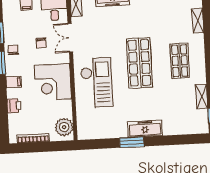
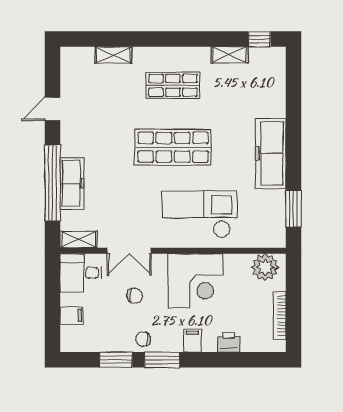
freezer: (145, 129) -> (271, 153), width x1.36, depth x1.26
window: (132, 142) -> (294, 209), moved

